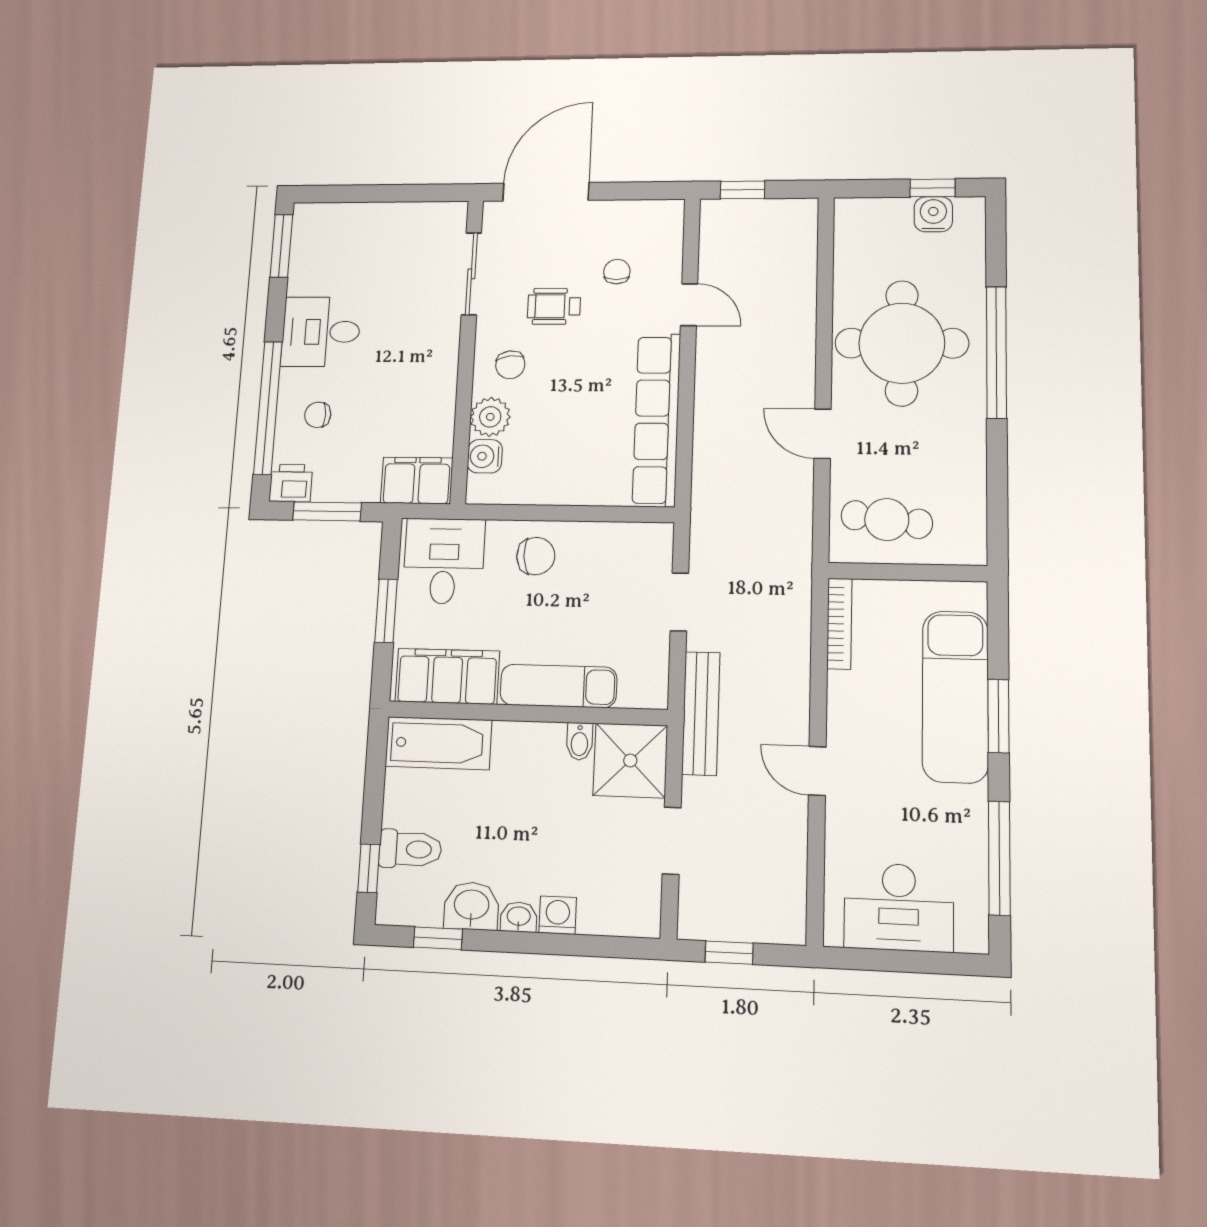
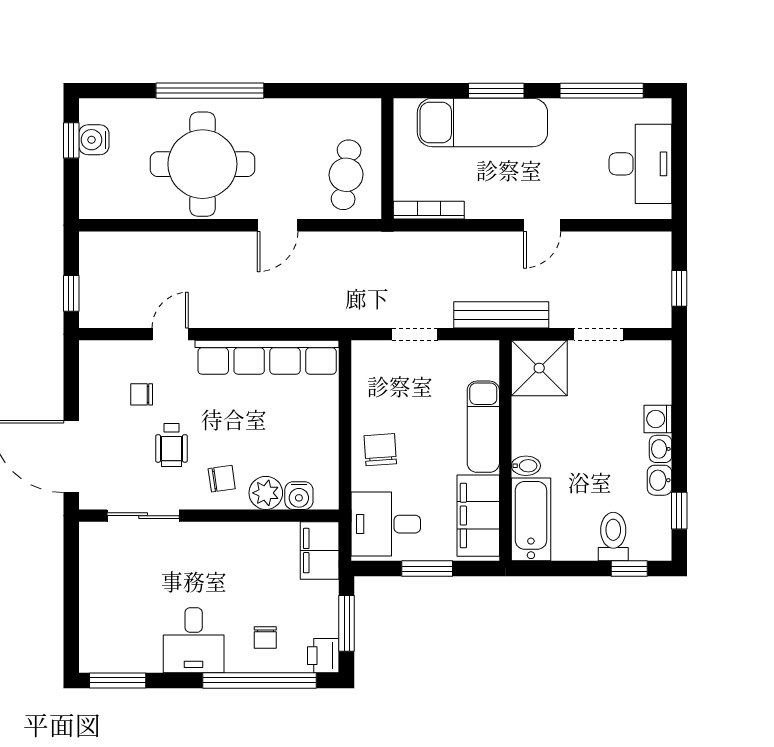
bidet: (580, 741) -> (526, 466), moved
washbasin: (471, 906) -> (660, 480), width x0.72, depth x0.69

